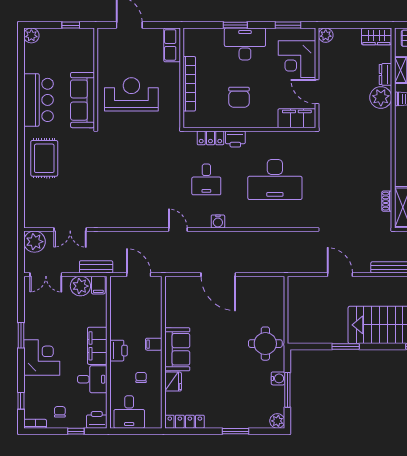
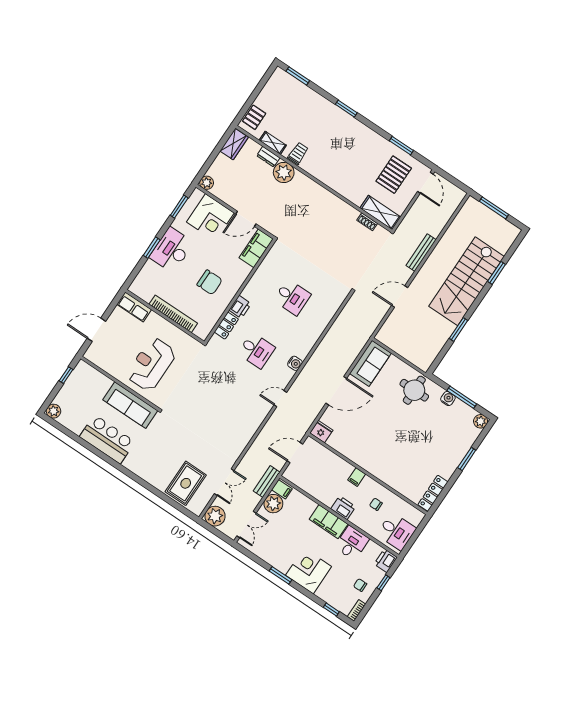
rug: (44, 158) -> (186, 483), moved, turned 90
desk: (275, 179) -> (292, 297), width x0.53, depth x0.77
sofa: (177, 349) -> (370, 363), moved, turned 90
fridge: (173, 382) -> (321, 432), moved

